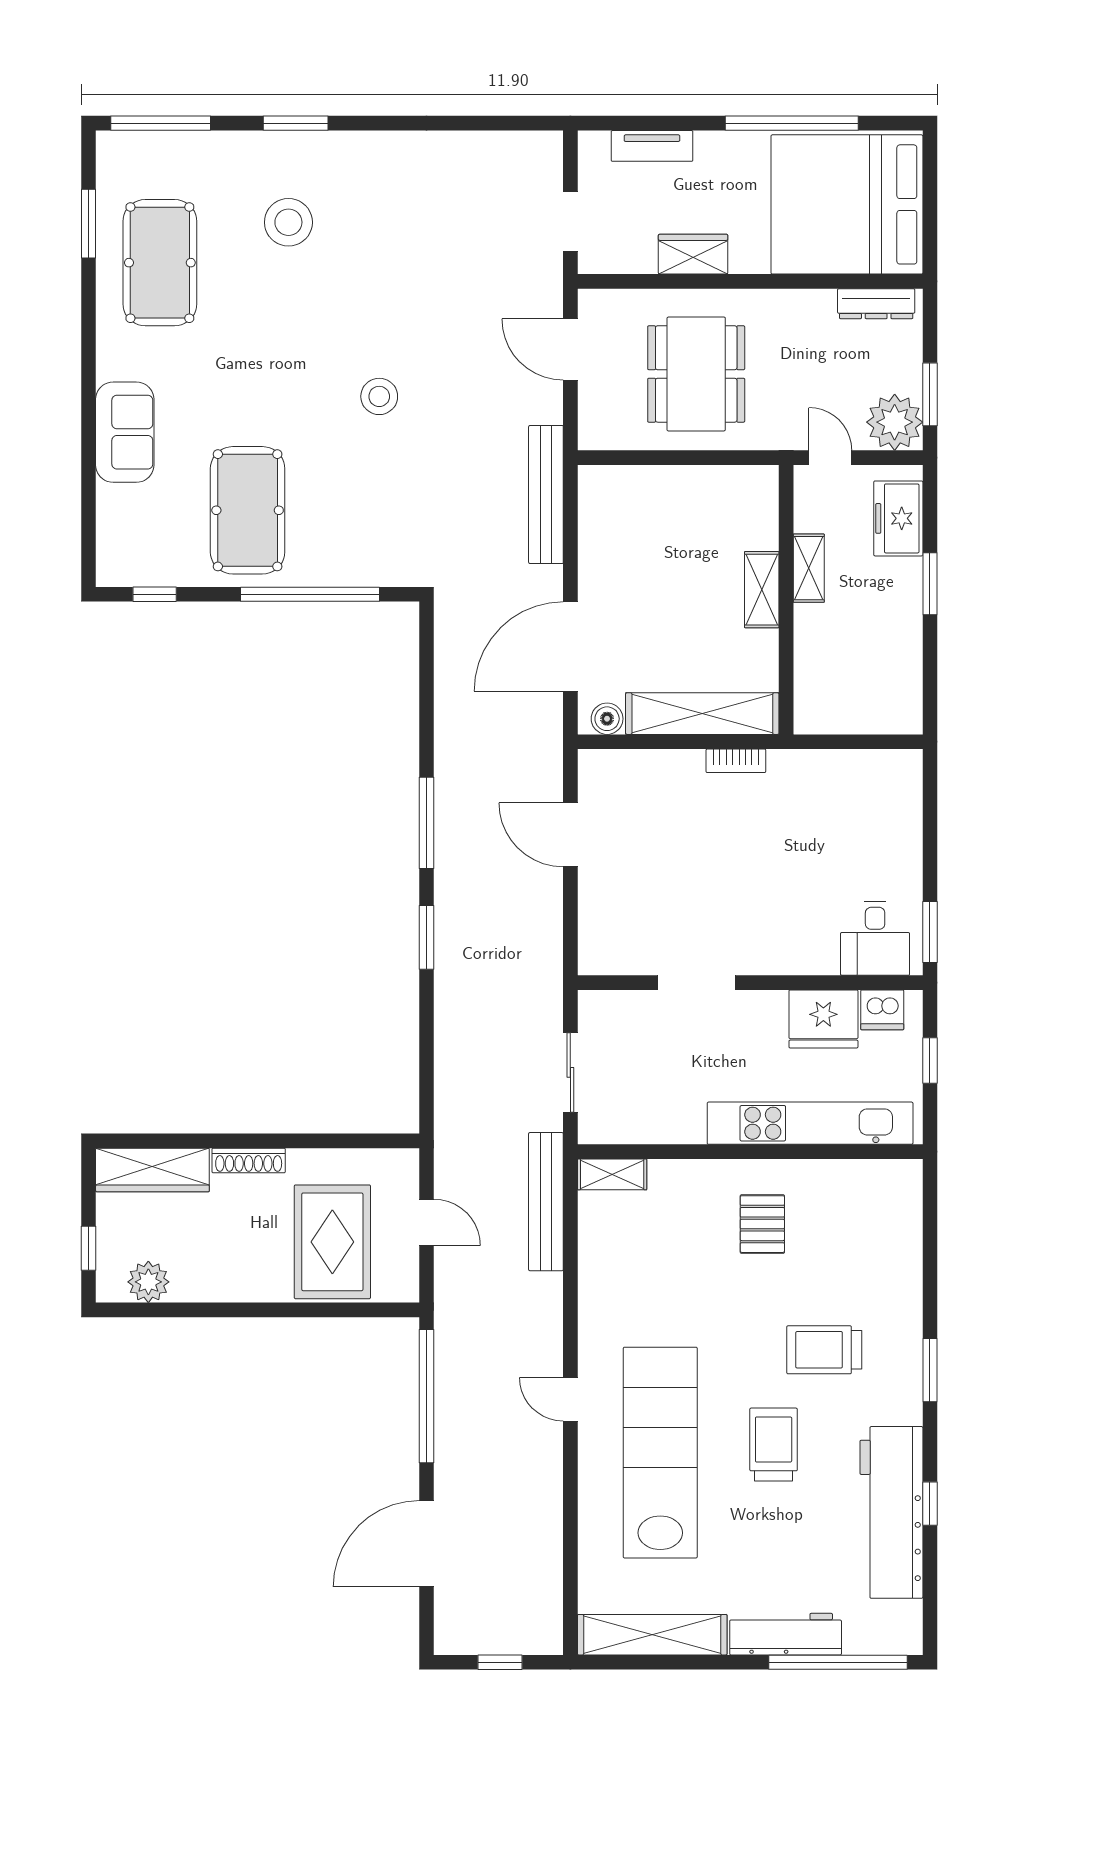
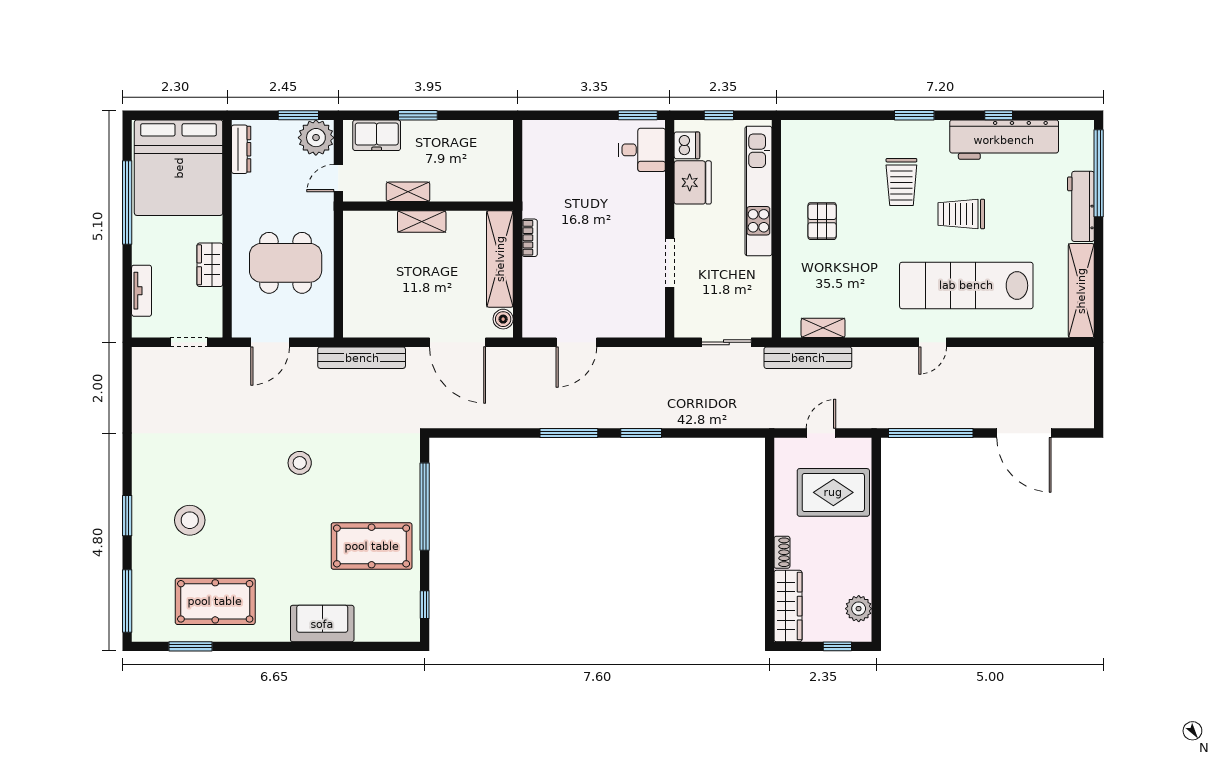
shoe rack: (249, 1160) -> (782, 552), width x0.70
shelving: (612, 1174) -> (823, 328), moved, turned 90
pallet: (762, 1224) -> (822, 221), turned 90
window: (500, 1662) -> (1099, 387), removed

